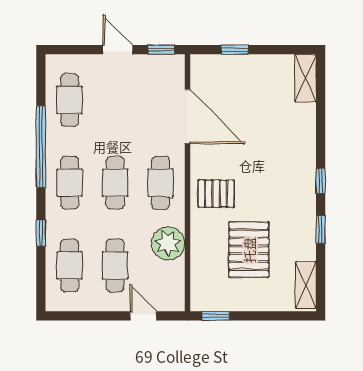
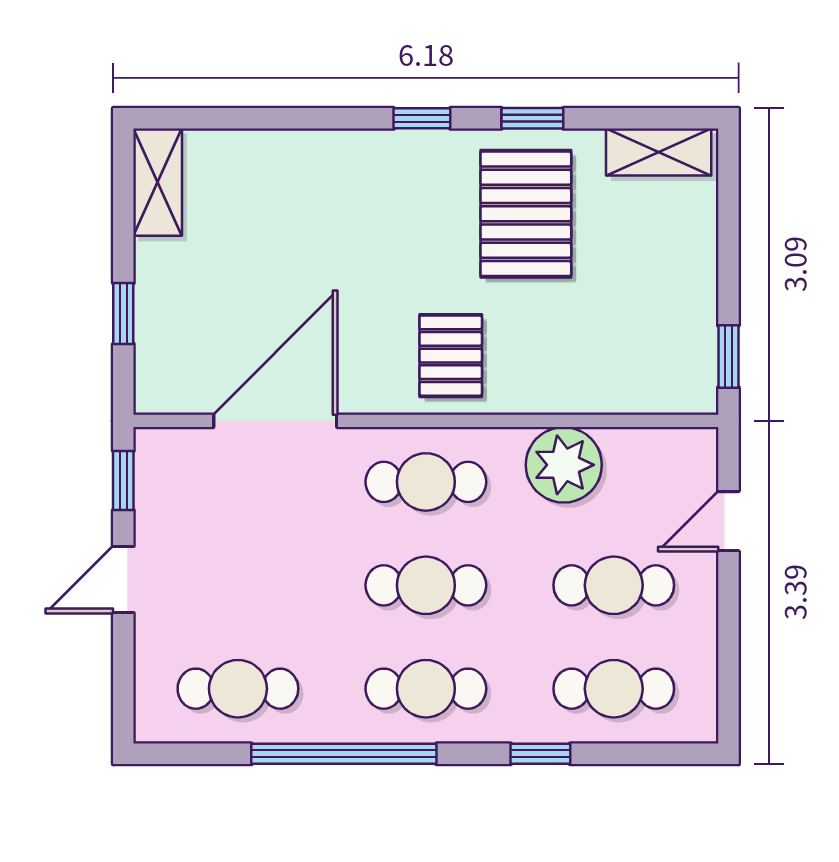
shelving: (305, 78) -> (158, 182), moved, turned 90
pallet: (249, 250) -> (526, 214), moved, turned 90

